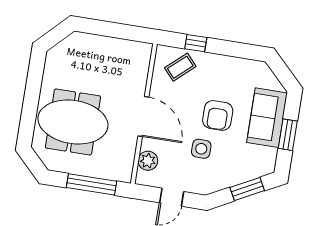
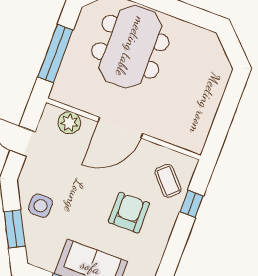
armchair: (218, 115) -> (129, 213), moved, turned 90
side table: (201, 149) -> (41, 206), moved

